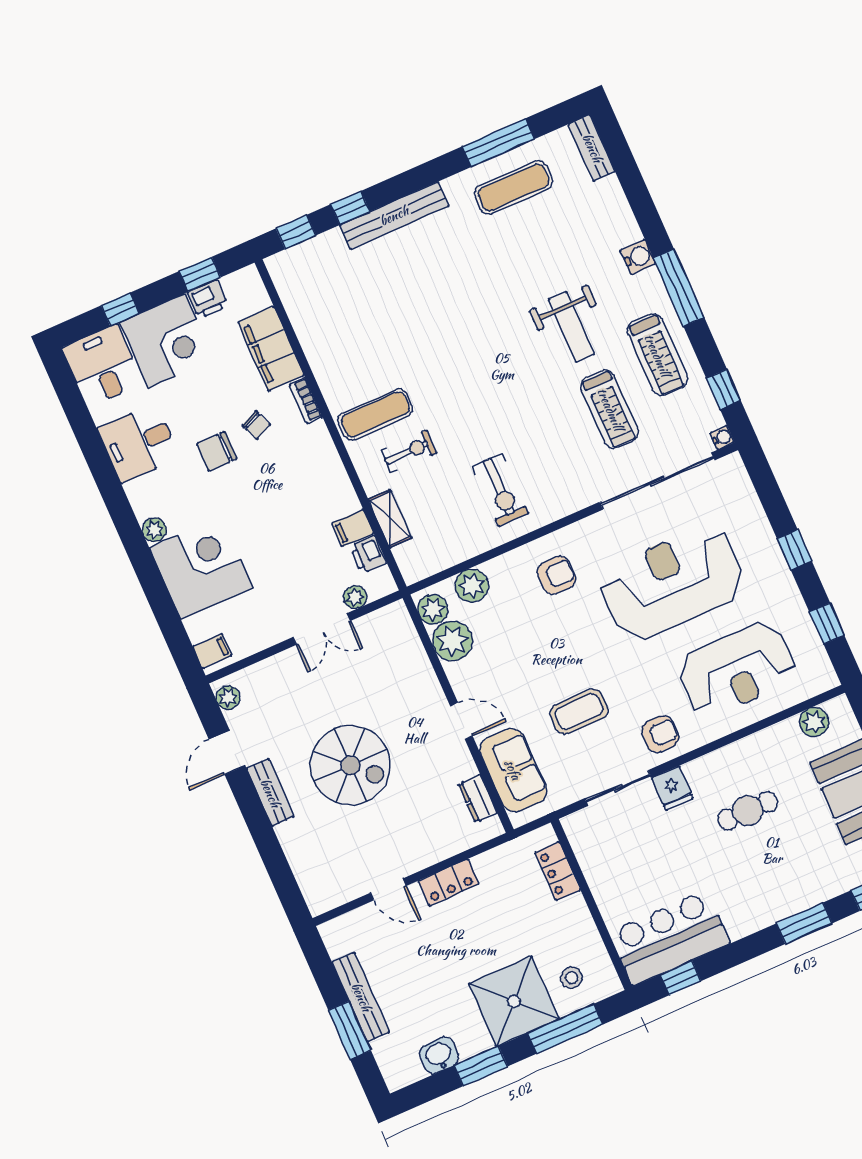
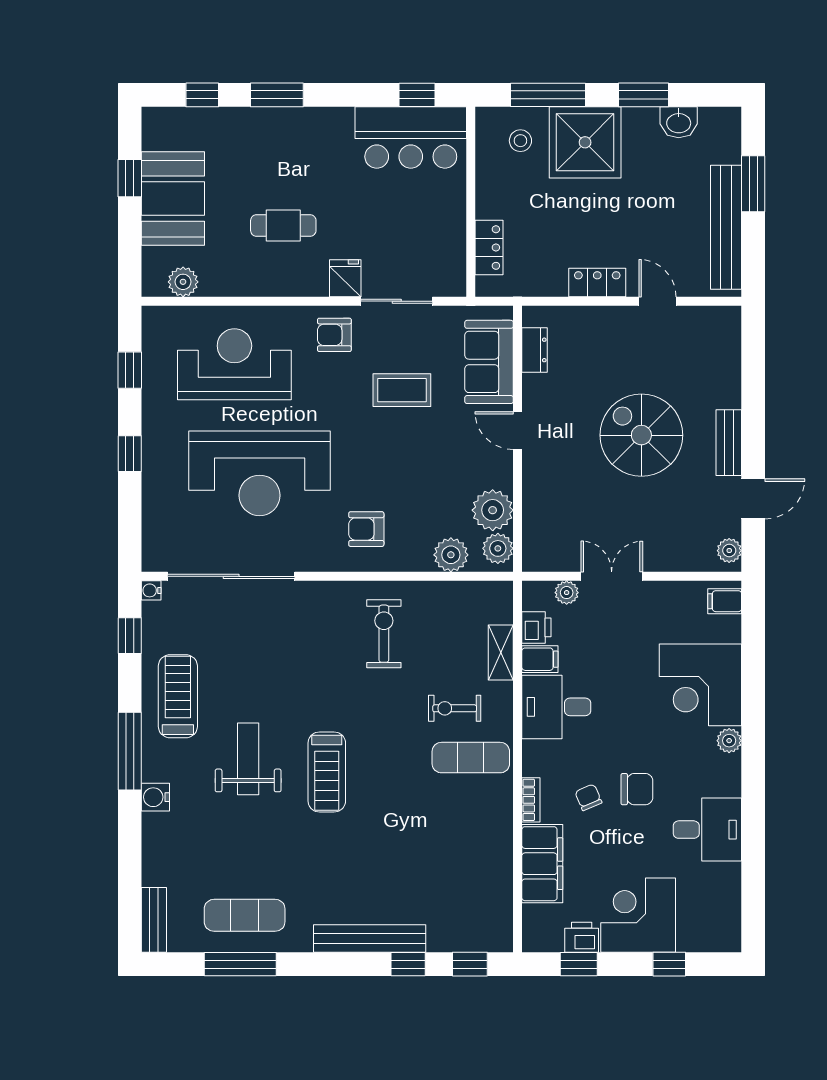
desk: (102, 366) -> (556, 707), moved, turned 90
treadmill: (610, 409) -> (327, 772), moved, turned 180
bench: (361, 997) -> (726, 227), width x1.37, depth x1.21

